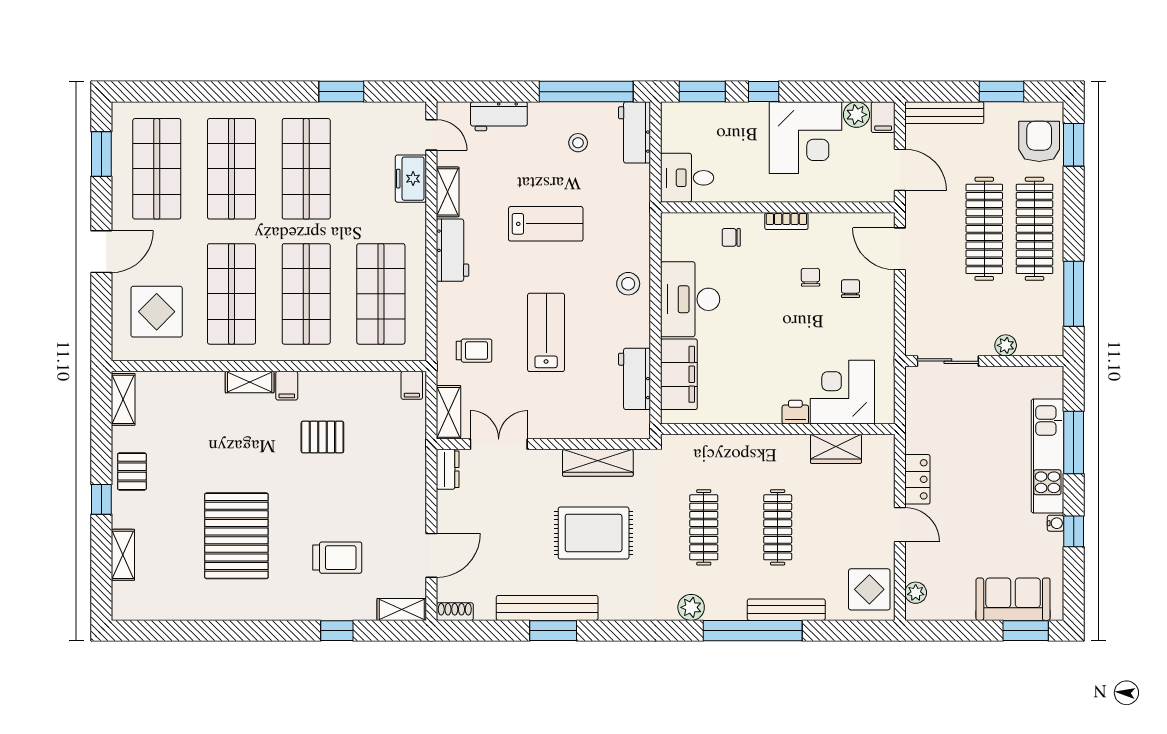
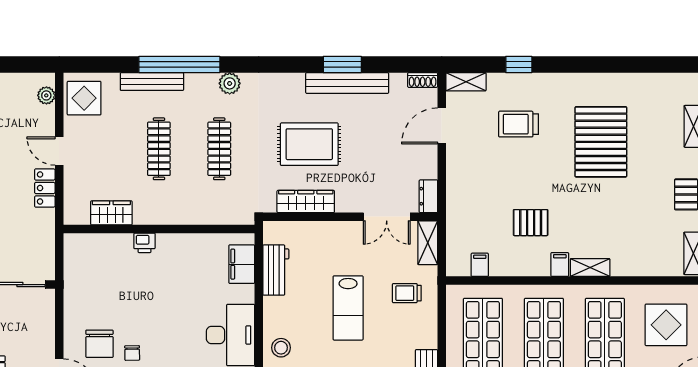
chair: (851, 289) -> (99, 344), width x1.87, depth x1.87
filing cabinet: (679, 374) -> (242, 264), width x0.67, depth x0.86
filing cabinet: (412, 385) -> (480, 265), moved
corner desk: (842, 392) -> (106, 259), removed

